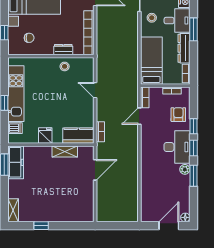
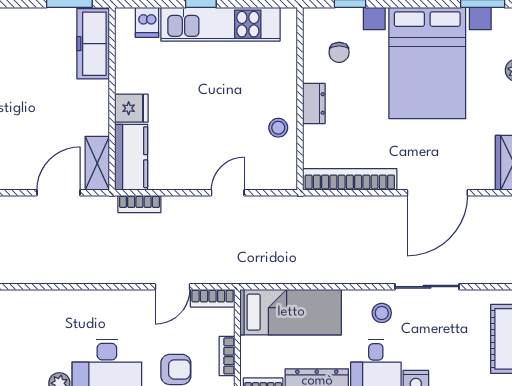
dresser: (63, 50) -> (314, 103), moved
door: (139, 116) -> (173, 287), swing flipped
fridge: (45, 136) -> (131, 108), moved
shelving: (65, 152) -> (97, 163), moved
freezer: (16, 162) -> (93, 44), moved, turned 90
door: (95, 170) -> (58, 193), swing flipped

